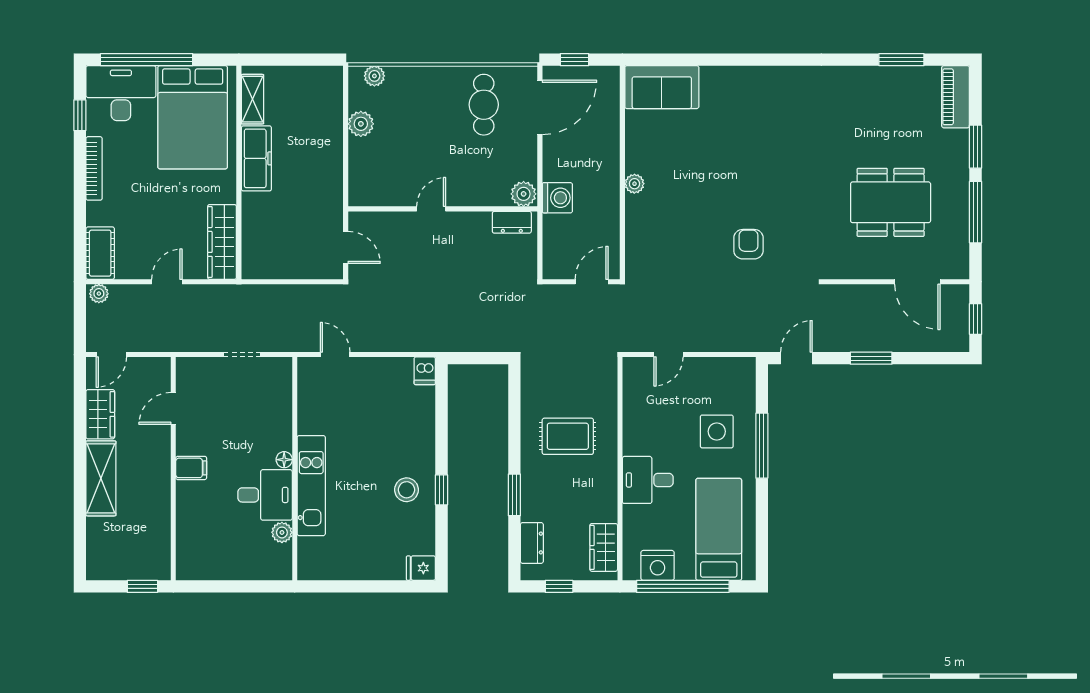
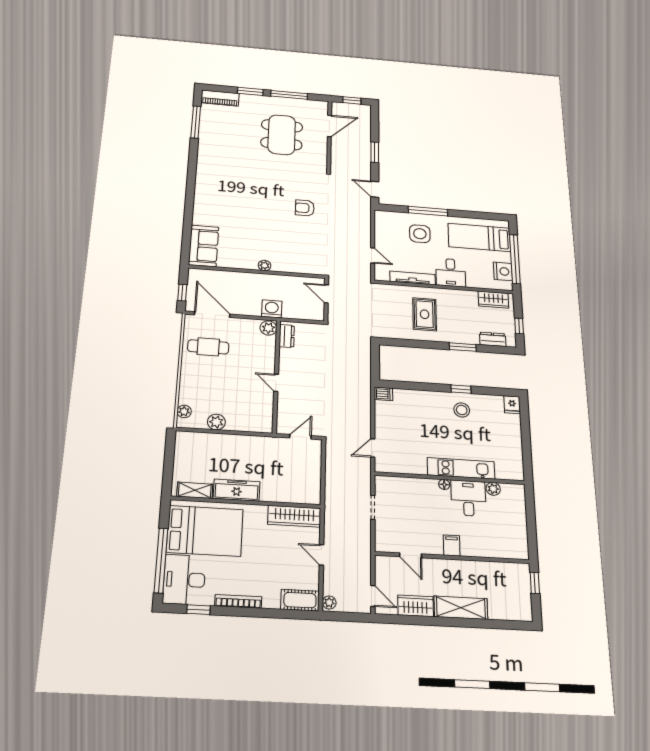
window: (901, 60) -> (196, 122), width x1.44
tv unit: (632, 418) -> (413, 278), added

